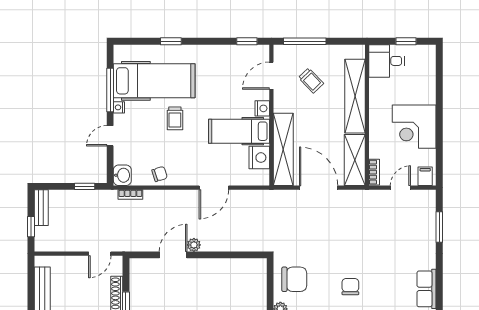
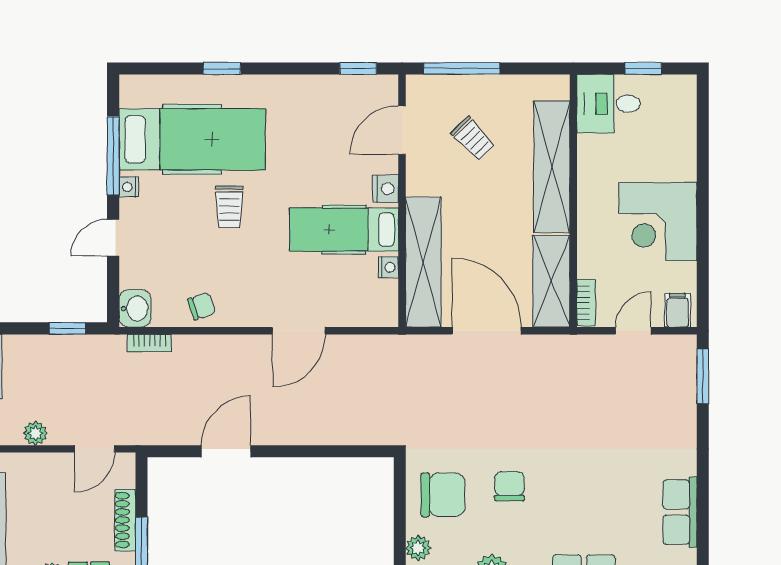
nightstand: (259, 158) -> (388, 267), width x0.53, depth x0.56
window: (439, 227) -> (703, 376), moved
plant: (194, 245) -> (35, 433), moved
chair: (350, 287) -> (509, 486), moved

